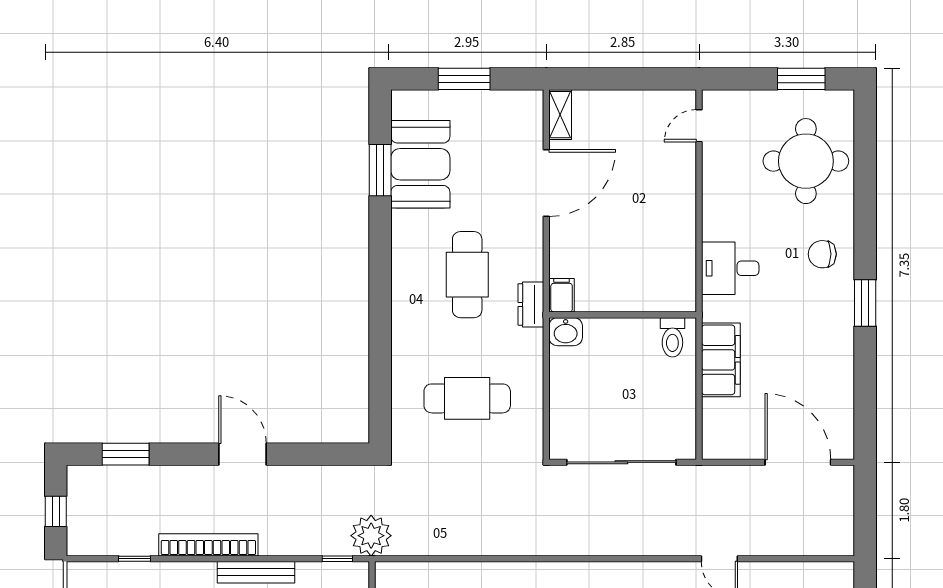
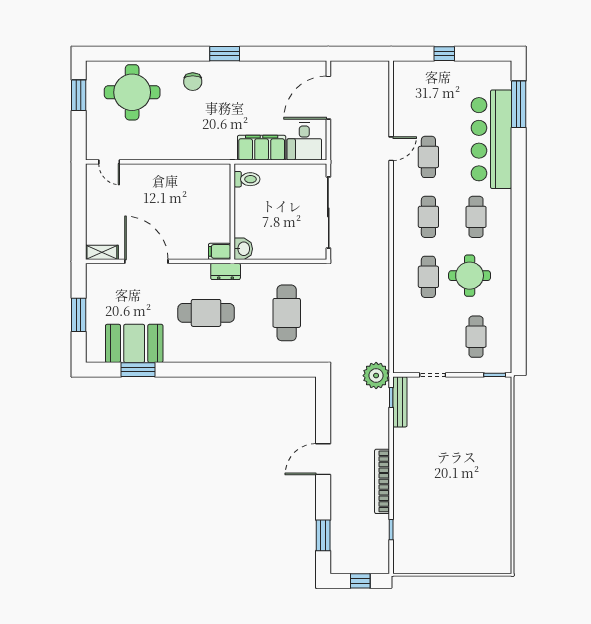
desk: (730, 268) -> (304, 142), moved
bench: (256, 572) -> (400, 402), moved

